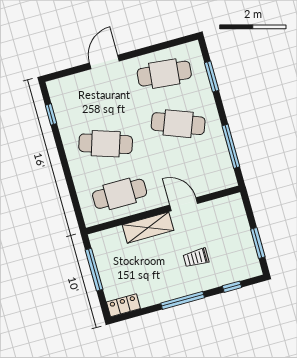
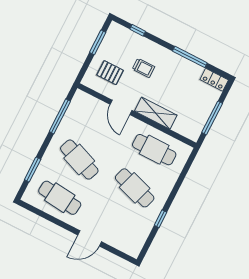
window: (51, 114) -> (160, 219), moved
pallet: (222, 226) -> (110, 73), added
window: (183, 300) -> (190, 57), moved

